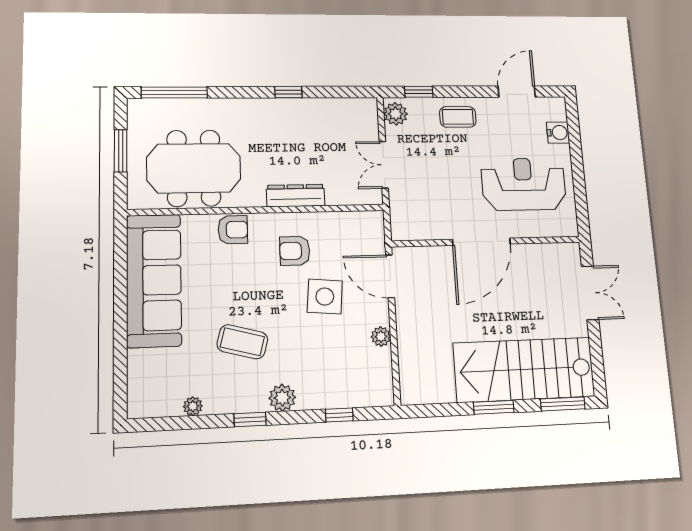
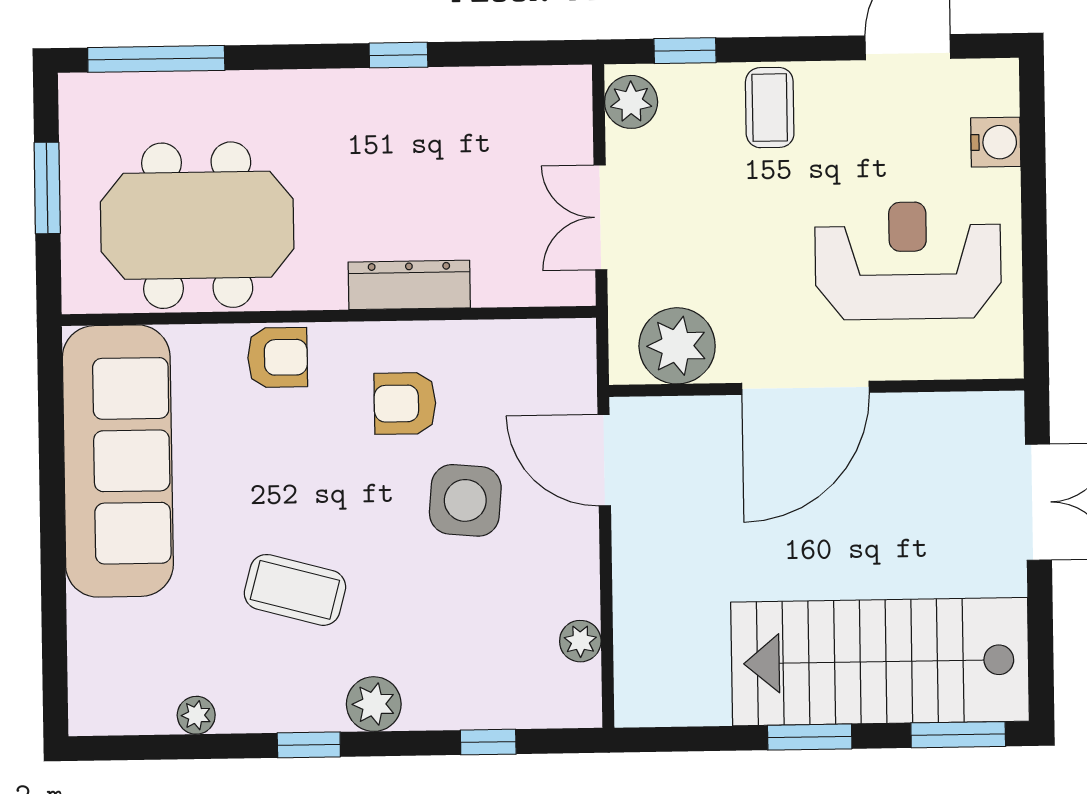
coffee table: (458, 117) -> (770, 108), turned 90
plant: (422, 223) -> (677, 346), added
plant: (381, 337) -> (580, 641), moved

